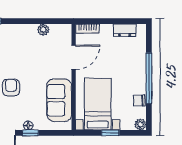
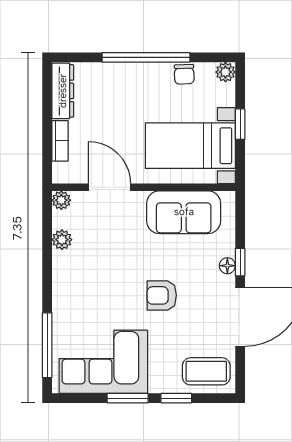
plant: (66, 29) -> (61, 200), added
bookcase: (87, 29) -> (60, 141), moved
dresser: (125, 30) -> (63, 91), width x1.44

